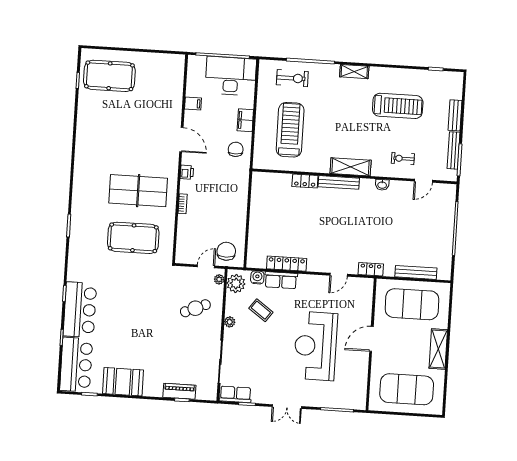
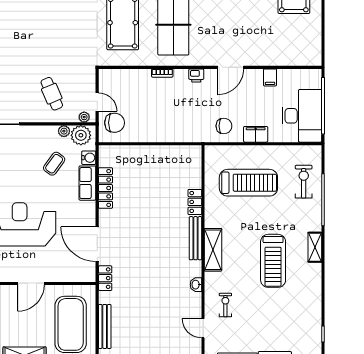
exercise bike: (292, 78) -> (304, 182), turned 180
treadmill: (398, 106) -> (273, 261), moved
door: (339, 275) -> (97, 244), width x1.87
plant: (230, 322) -> (64, 131), moved
door: (371, 339) -> (31, 283), swing flipped

